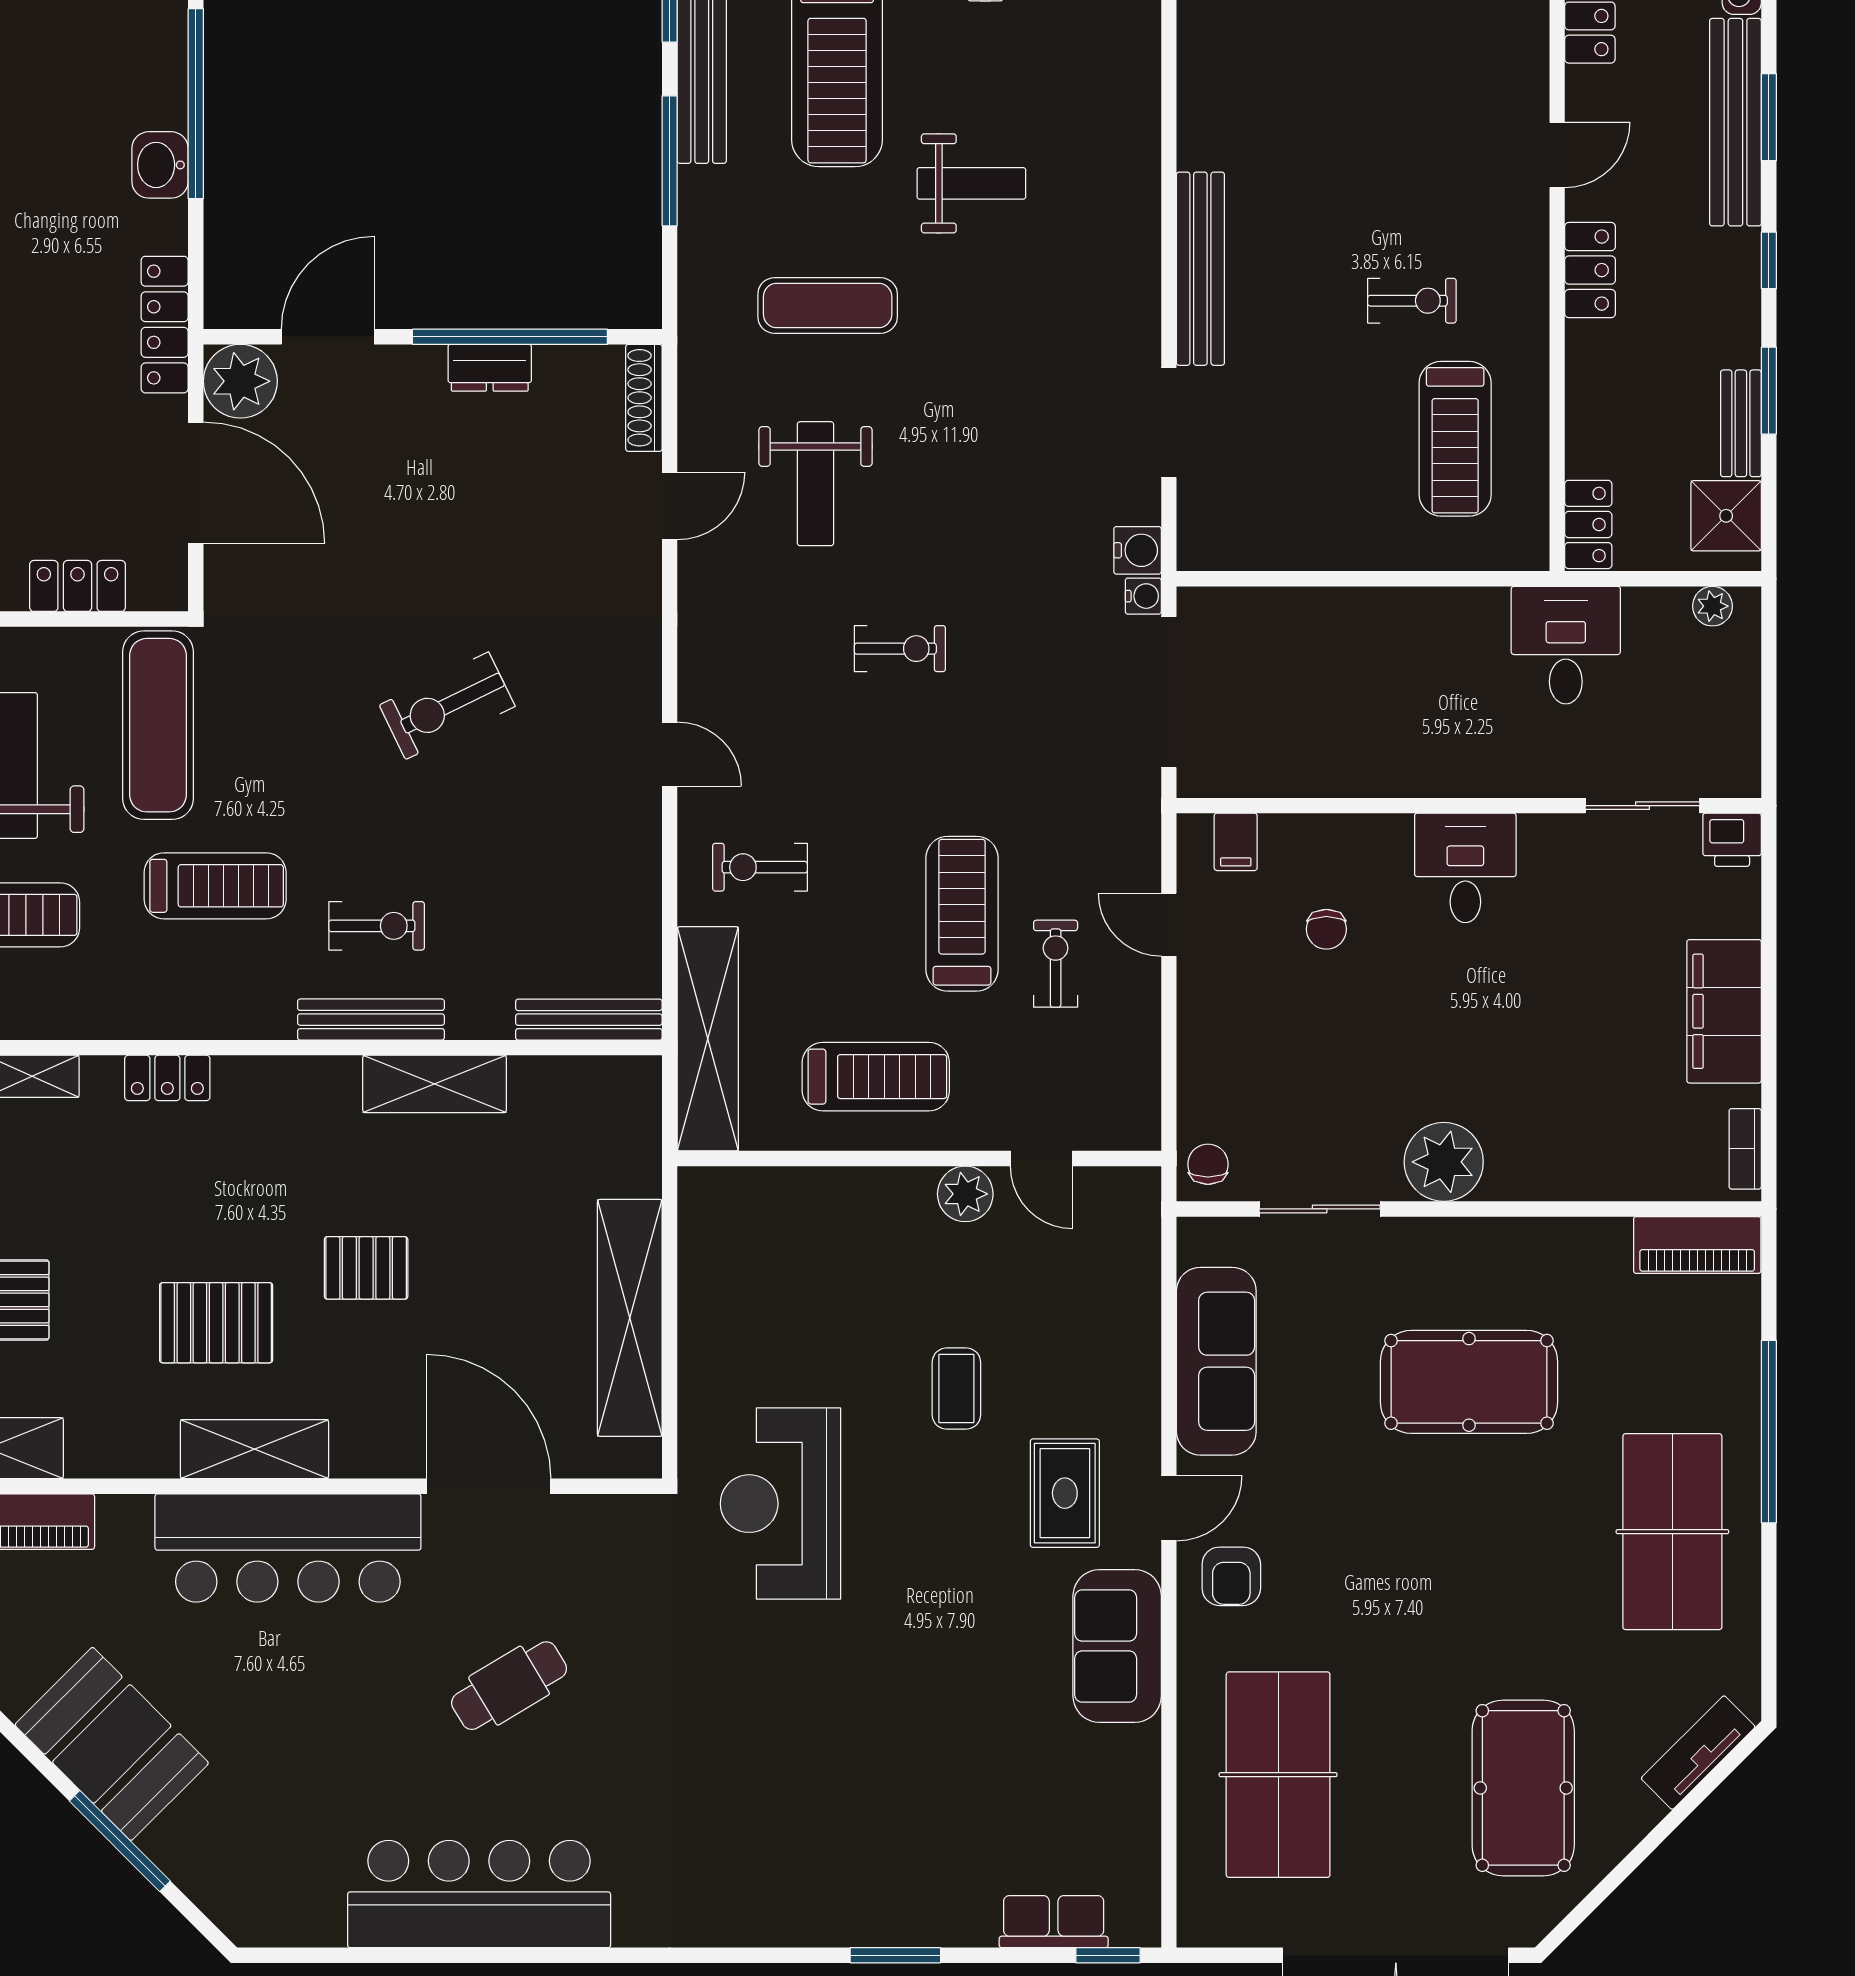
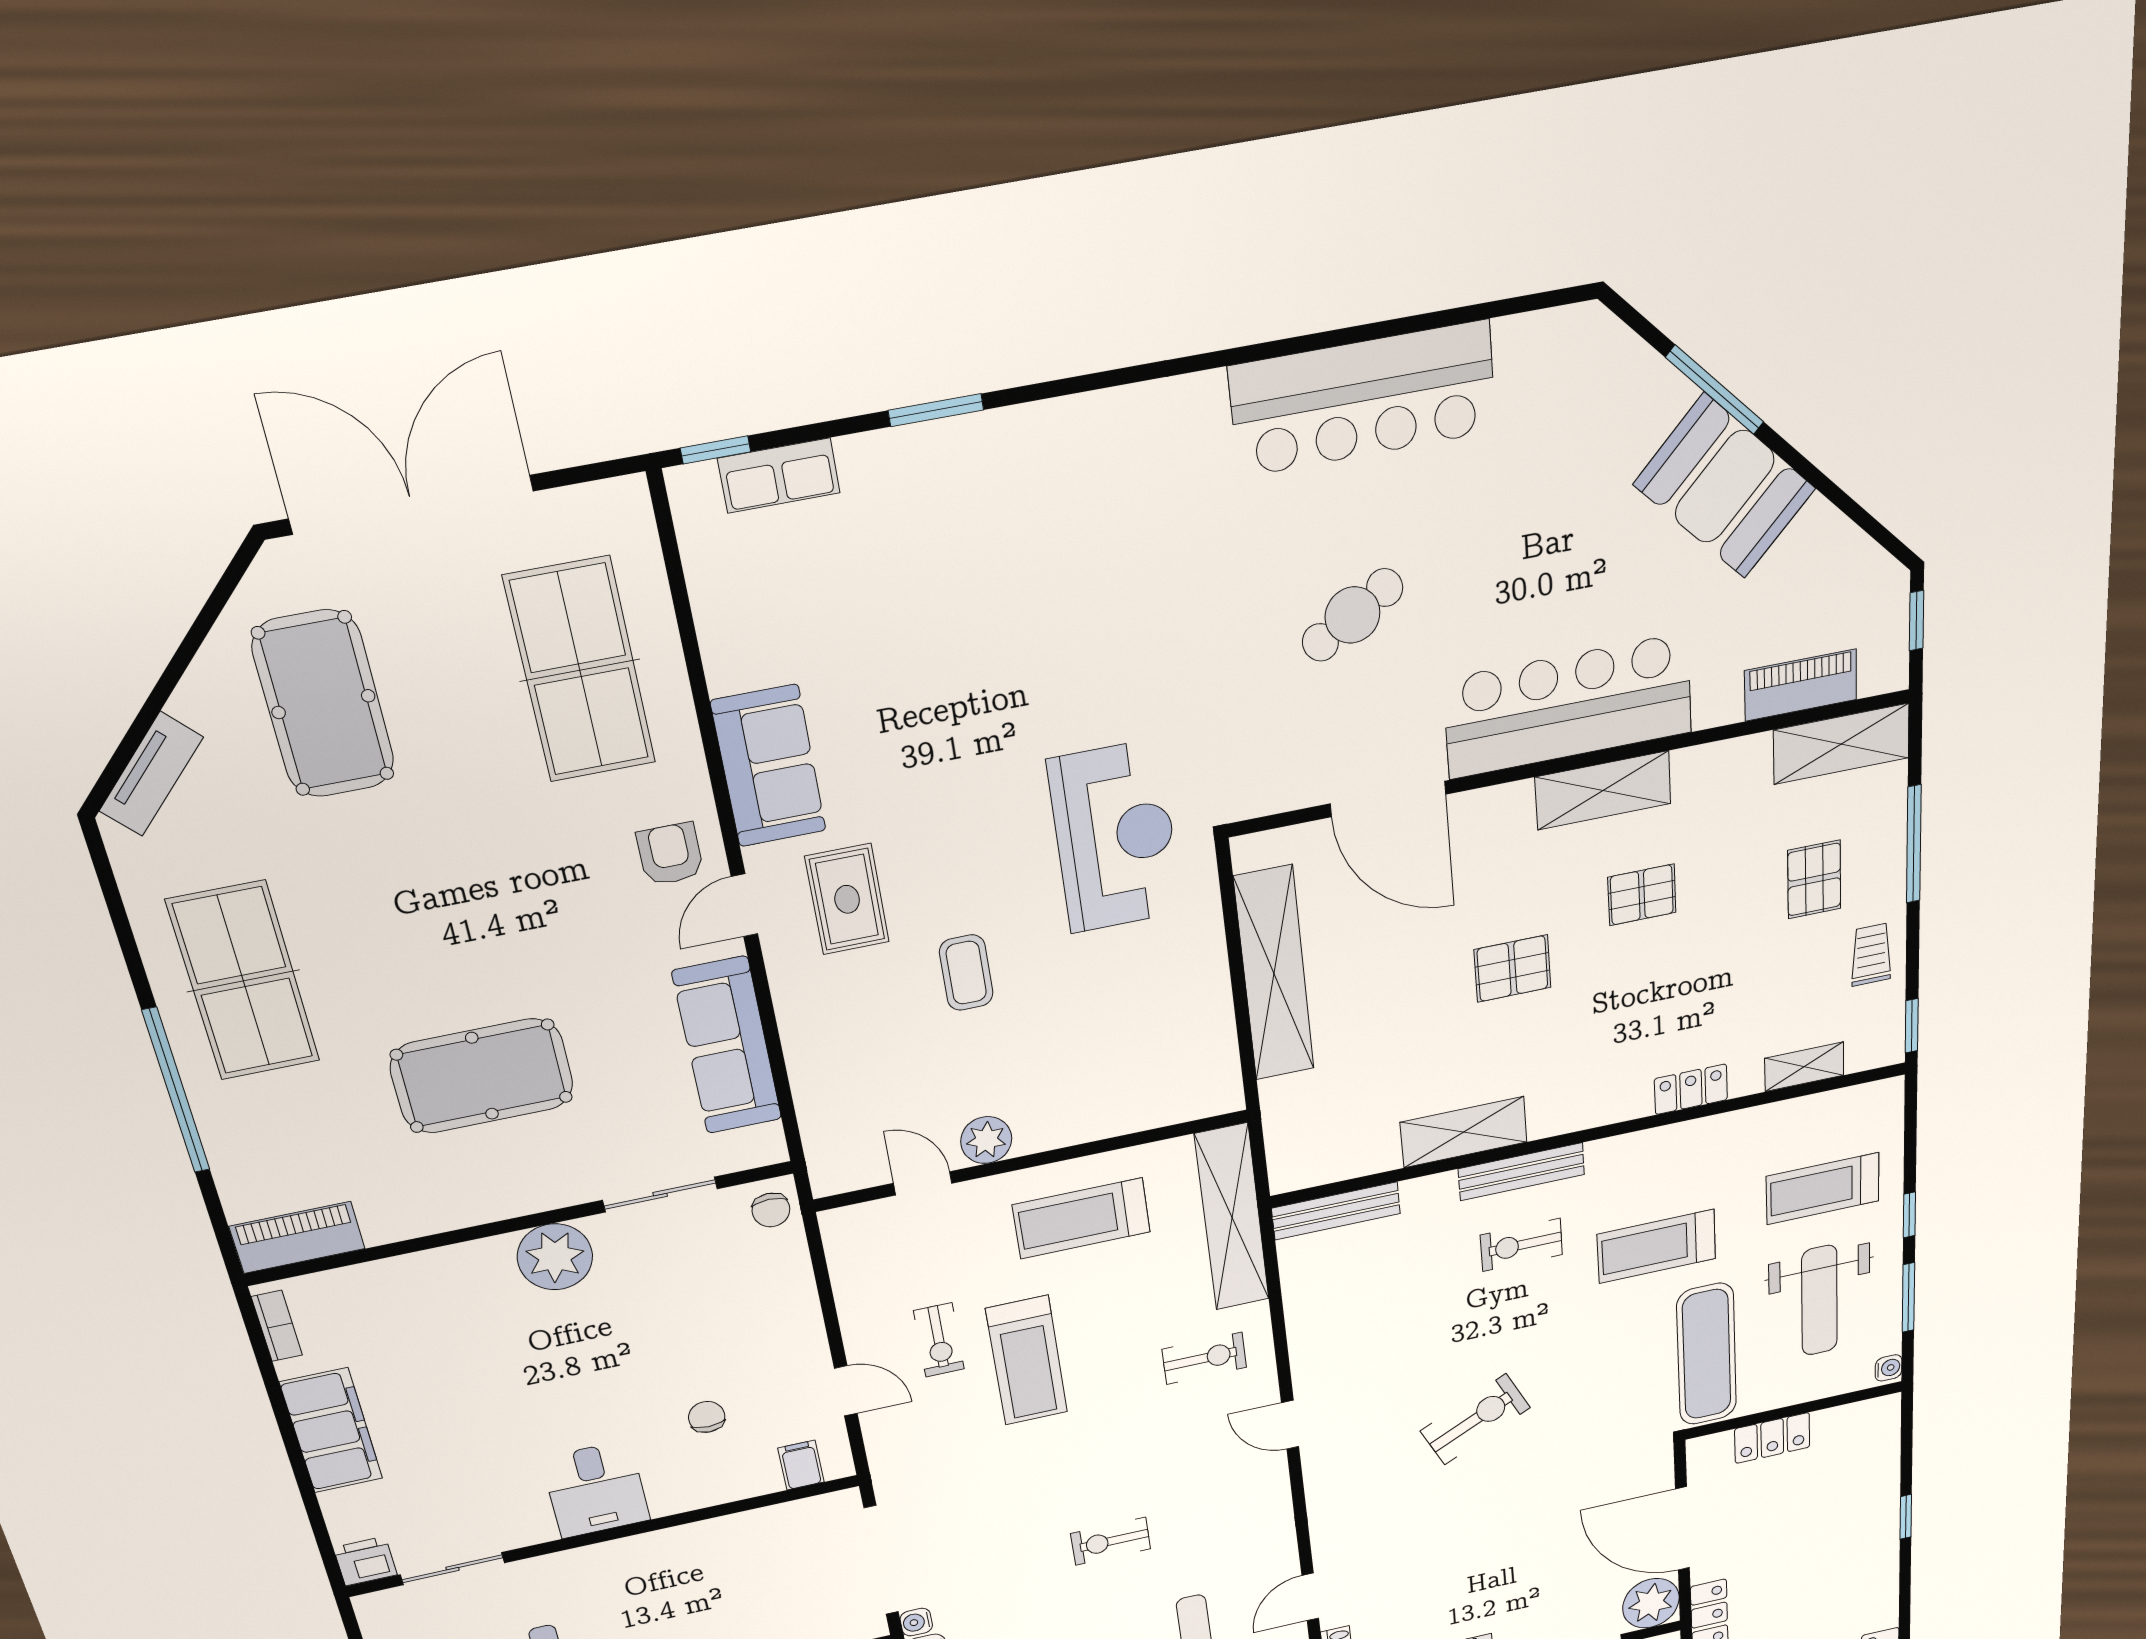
pallet: (216, 1323) -> (1642, 895), width x0.67, depth x0.71

